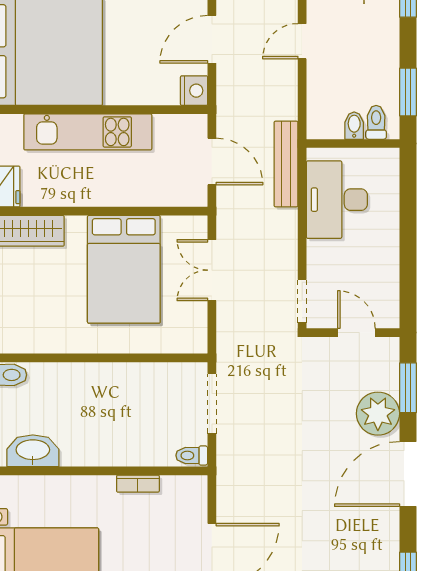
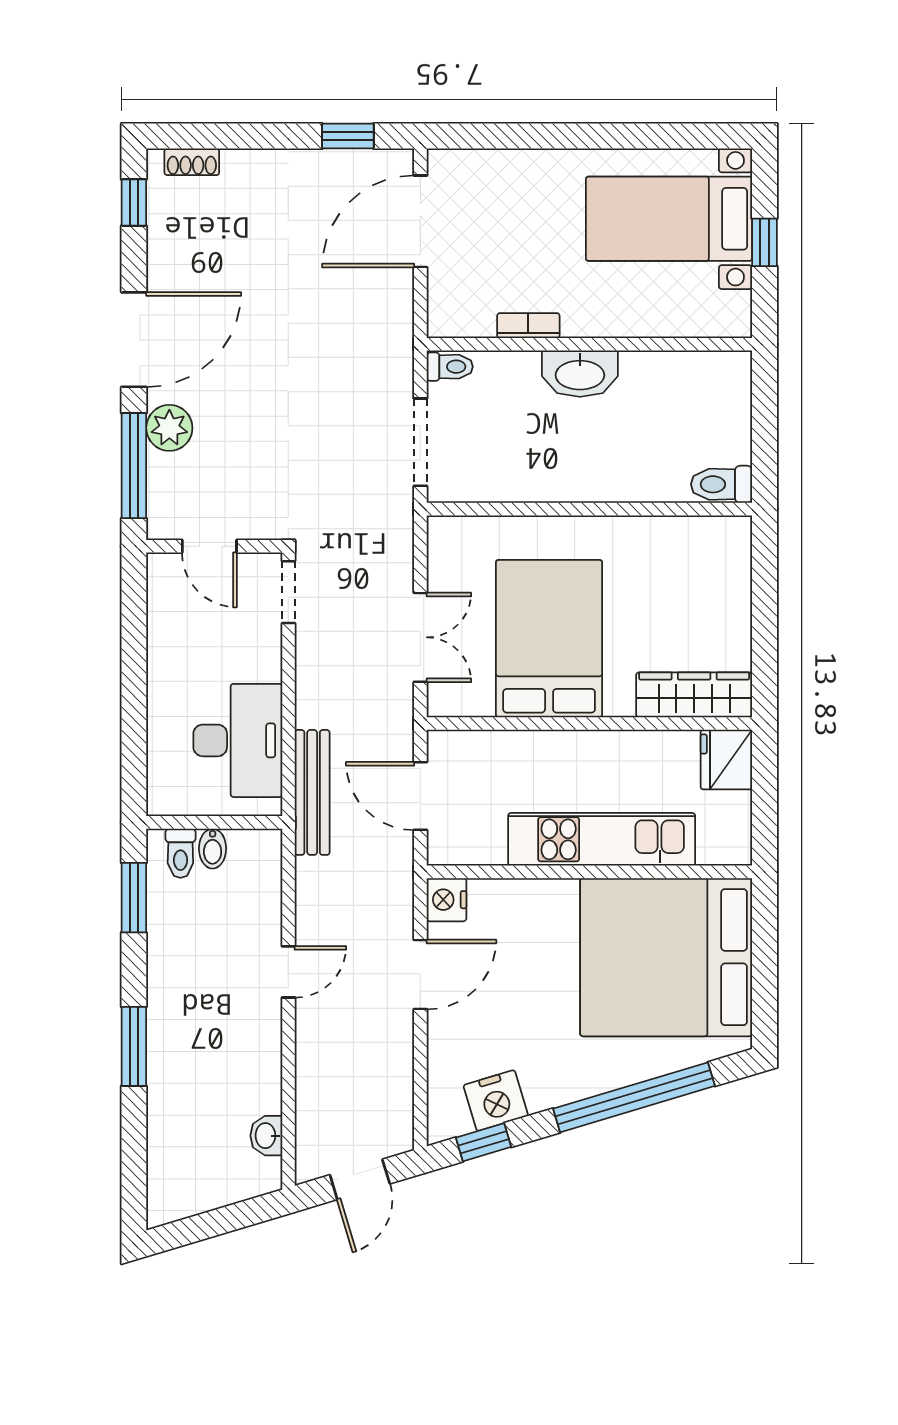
window: (408, 388) -> (134, 466), width x1.44
plant: (378, 414) -> (169, 428), width x0.73, depth x0.73
washbasin: (33, 451) -> (580, 374), moved

